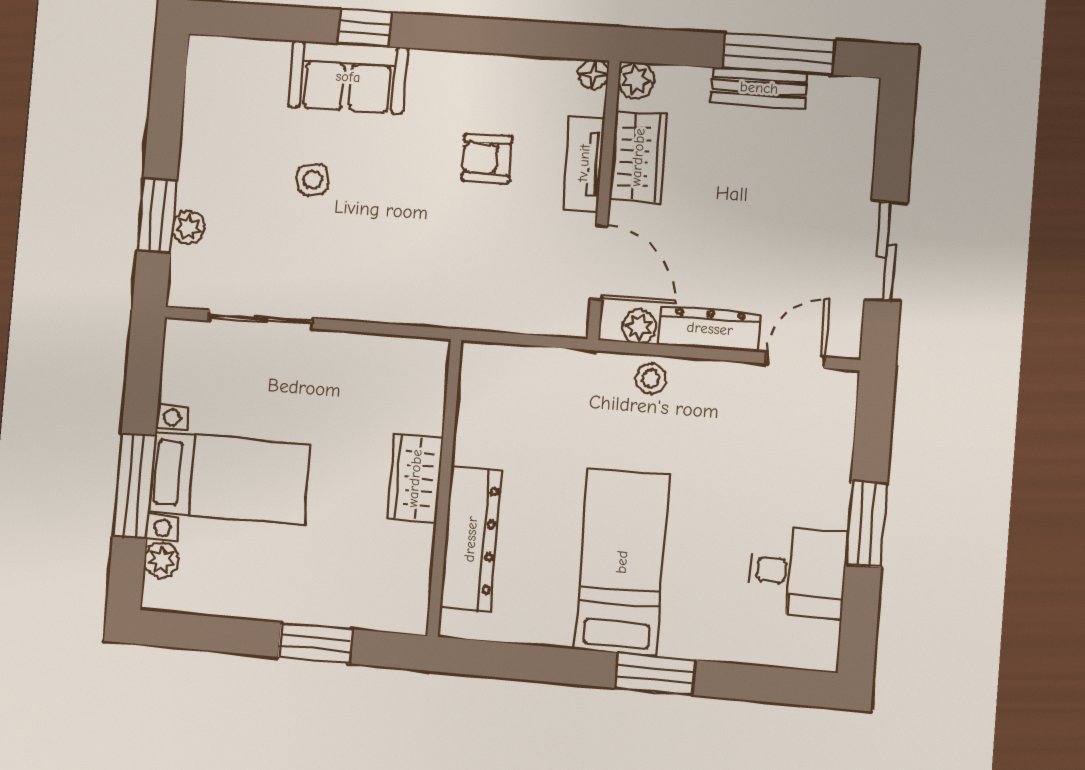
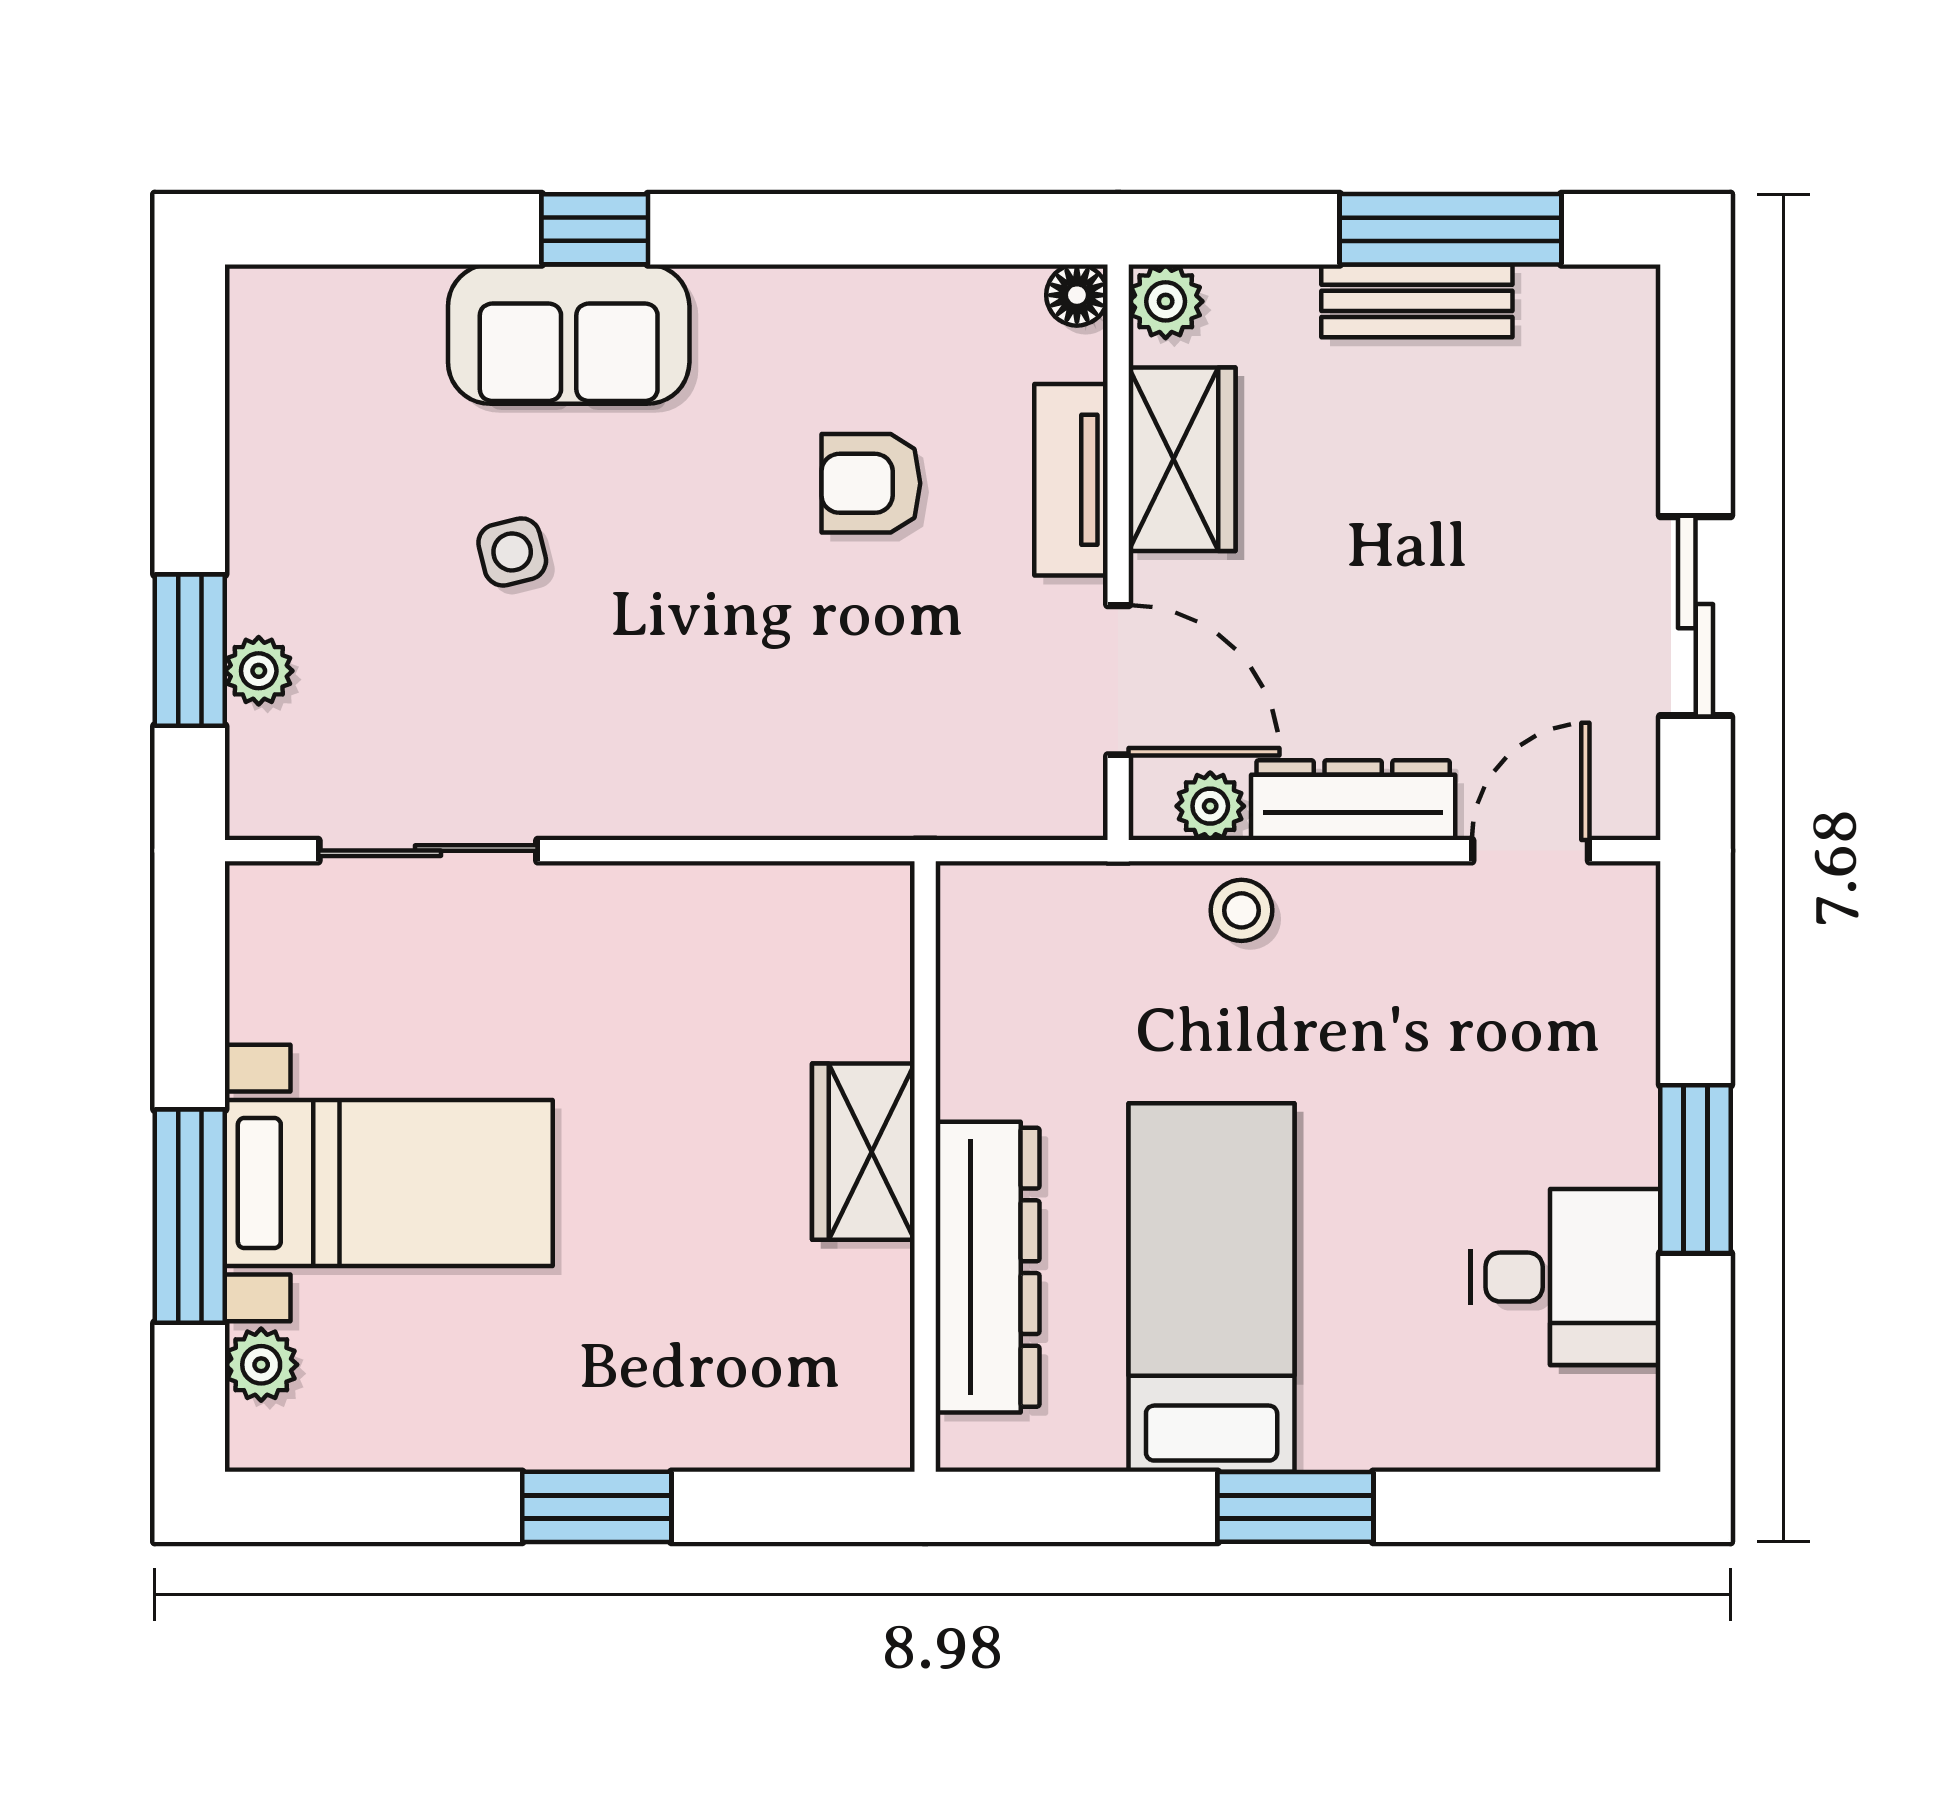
wardrobe: (415, 478) -> (863, 1152), moved
wall: (444, 488) -> (925, 1166), moved
dresser: (471, 539) -> (988, 1267), moved

